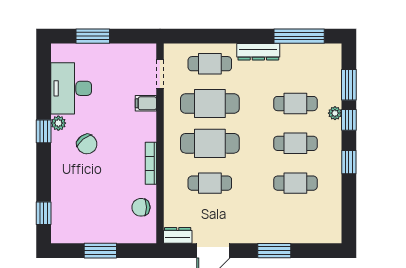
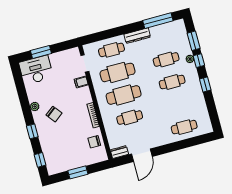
desk: (71, 88) -> (36, 70), moved, turned 90
window: (44, 131) -> (32, 131), moved
cafe table: (295, 183) -> (184, 127), moved
window: (274, 251) -> (176, 146), removed

